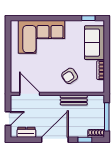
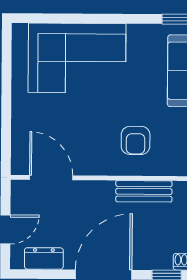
armchair: (70, 76) -> (136, 140), turned -56

